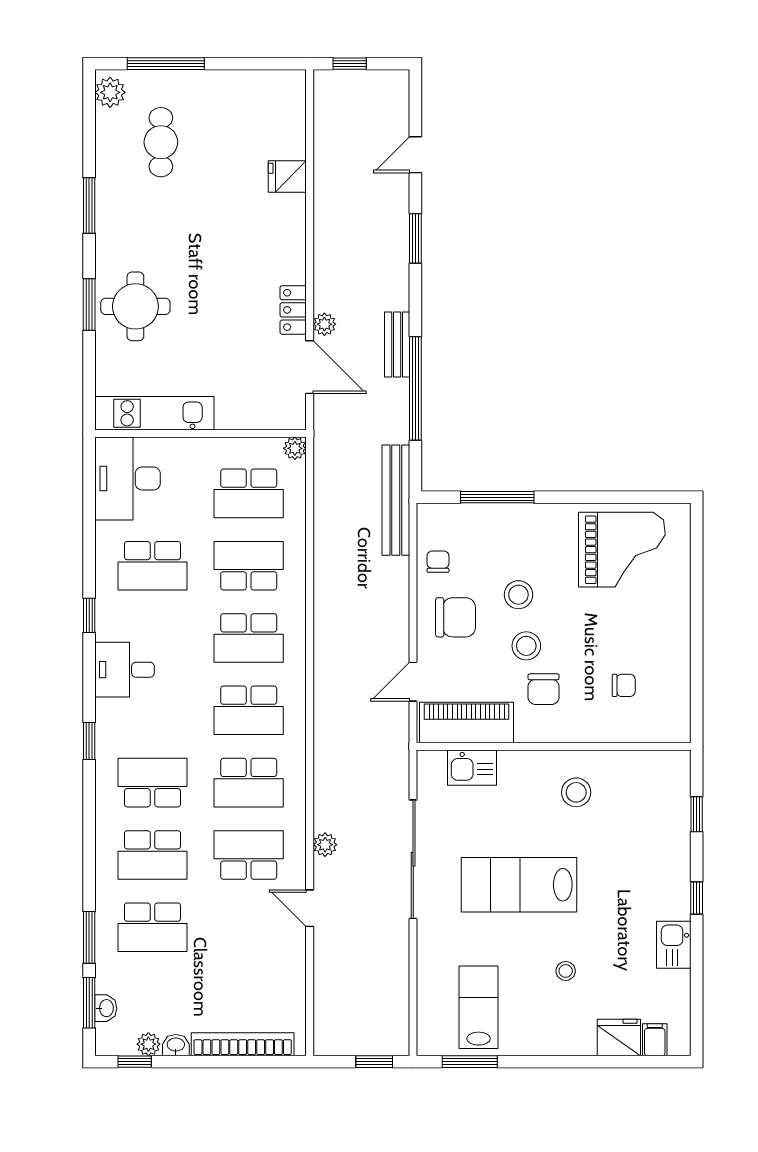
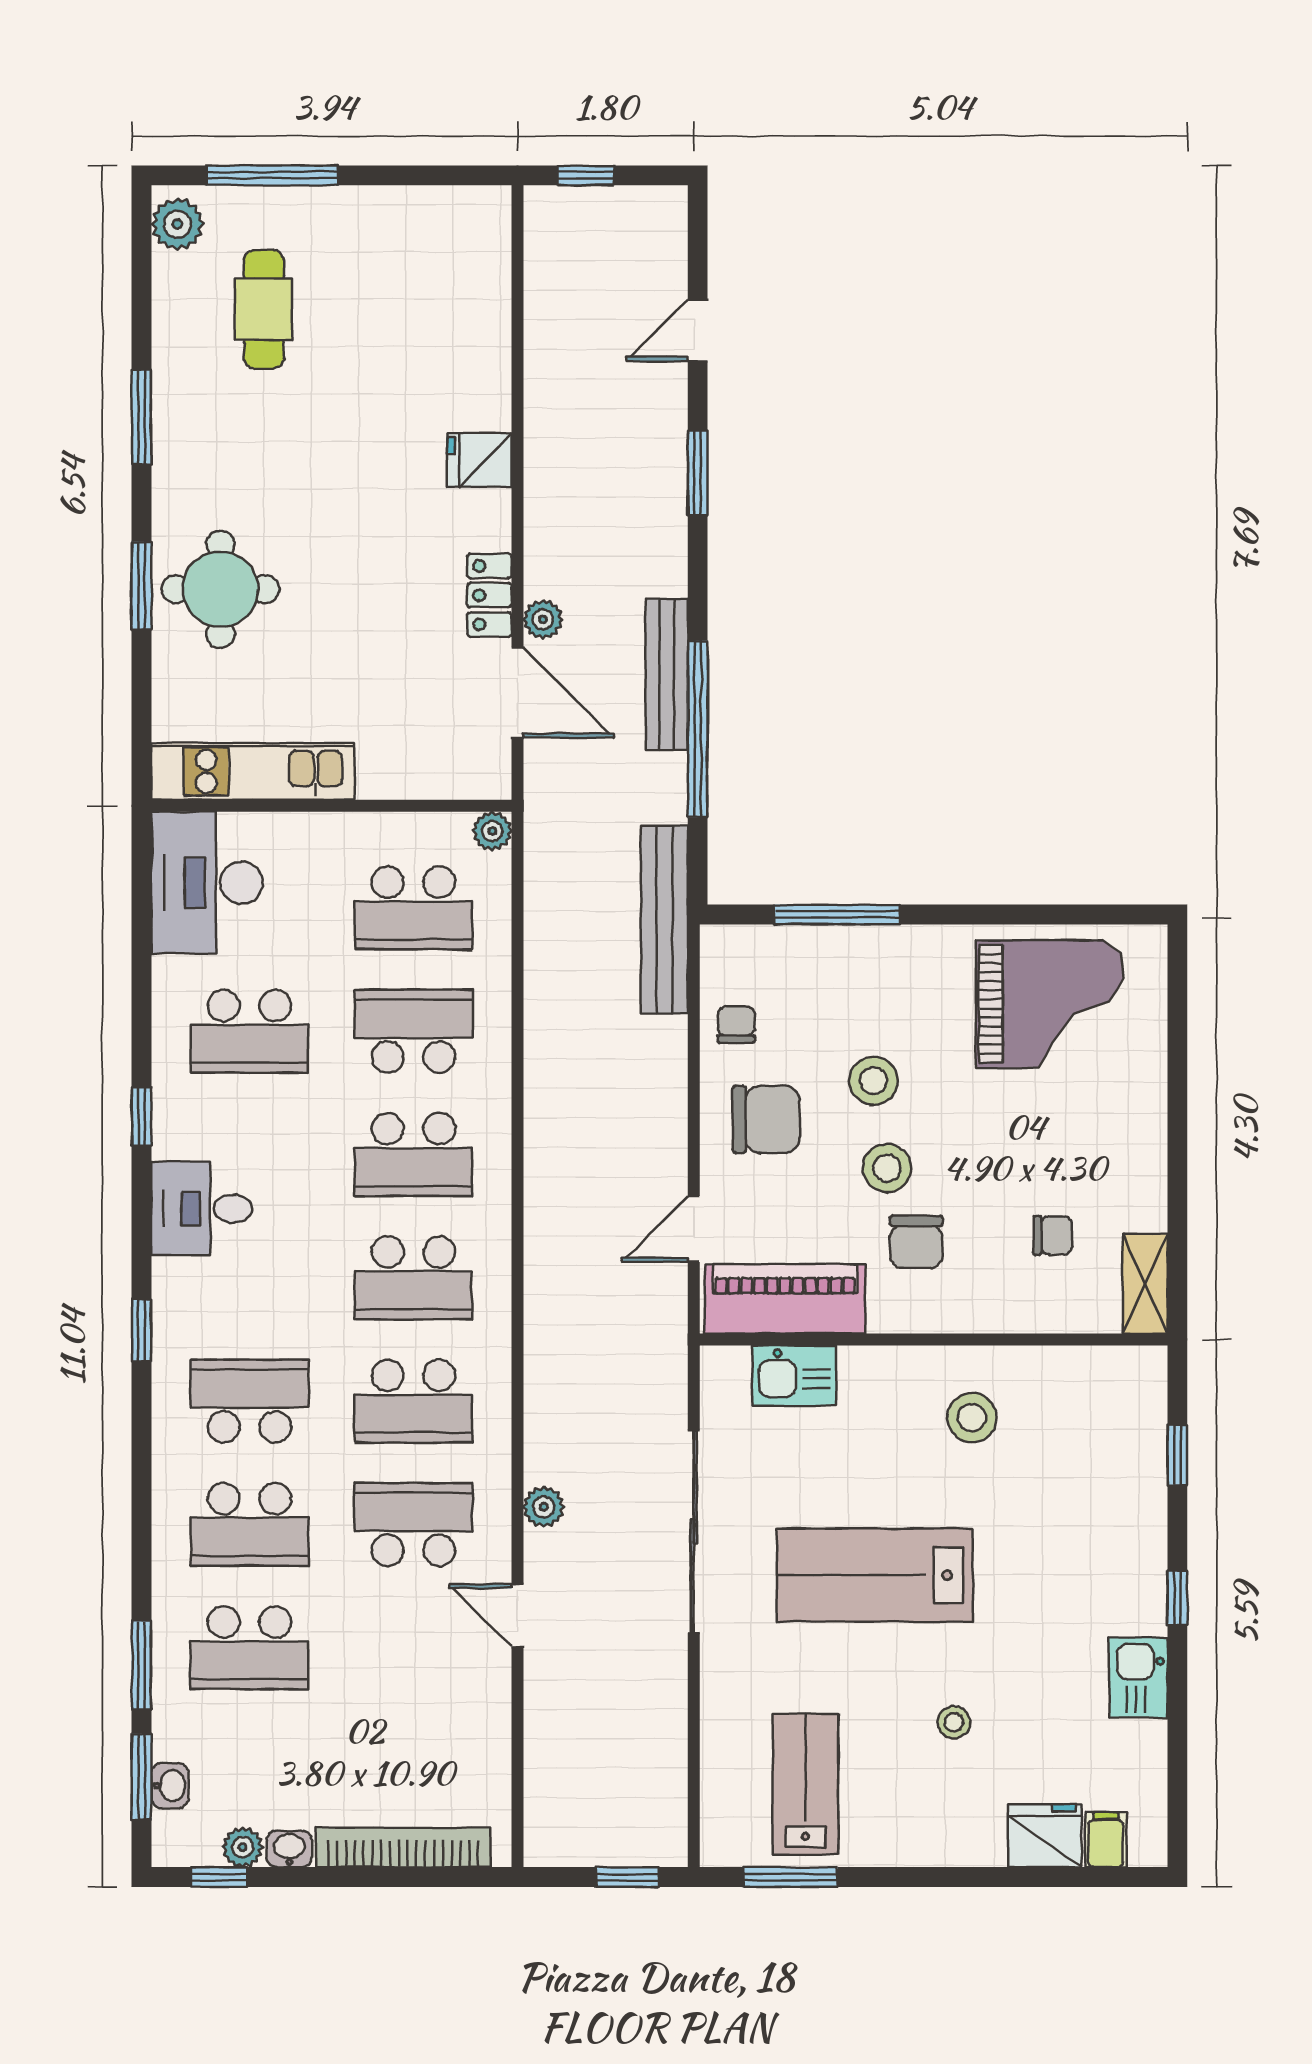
fridge: (287, 176) -> (479, 460), moved
bench: (397, 344) -> (667, 674), width x1.36
shelving: (678, 714) -> (1145, 1283), added

